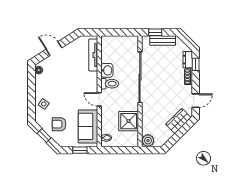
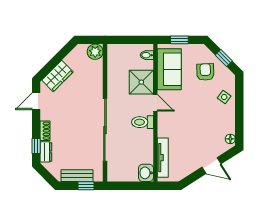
washbasin: (107, 70) -> (146, 173), moved
shower: (129, 121) -> (141, 82), moved
armchair: (59, 124) -> (205, 72), turned -92

